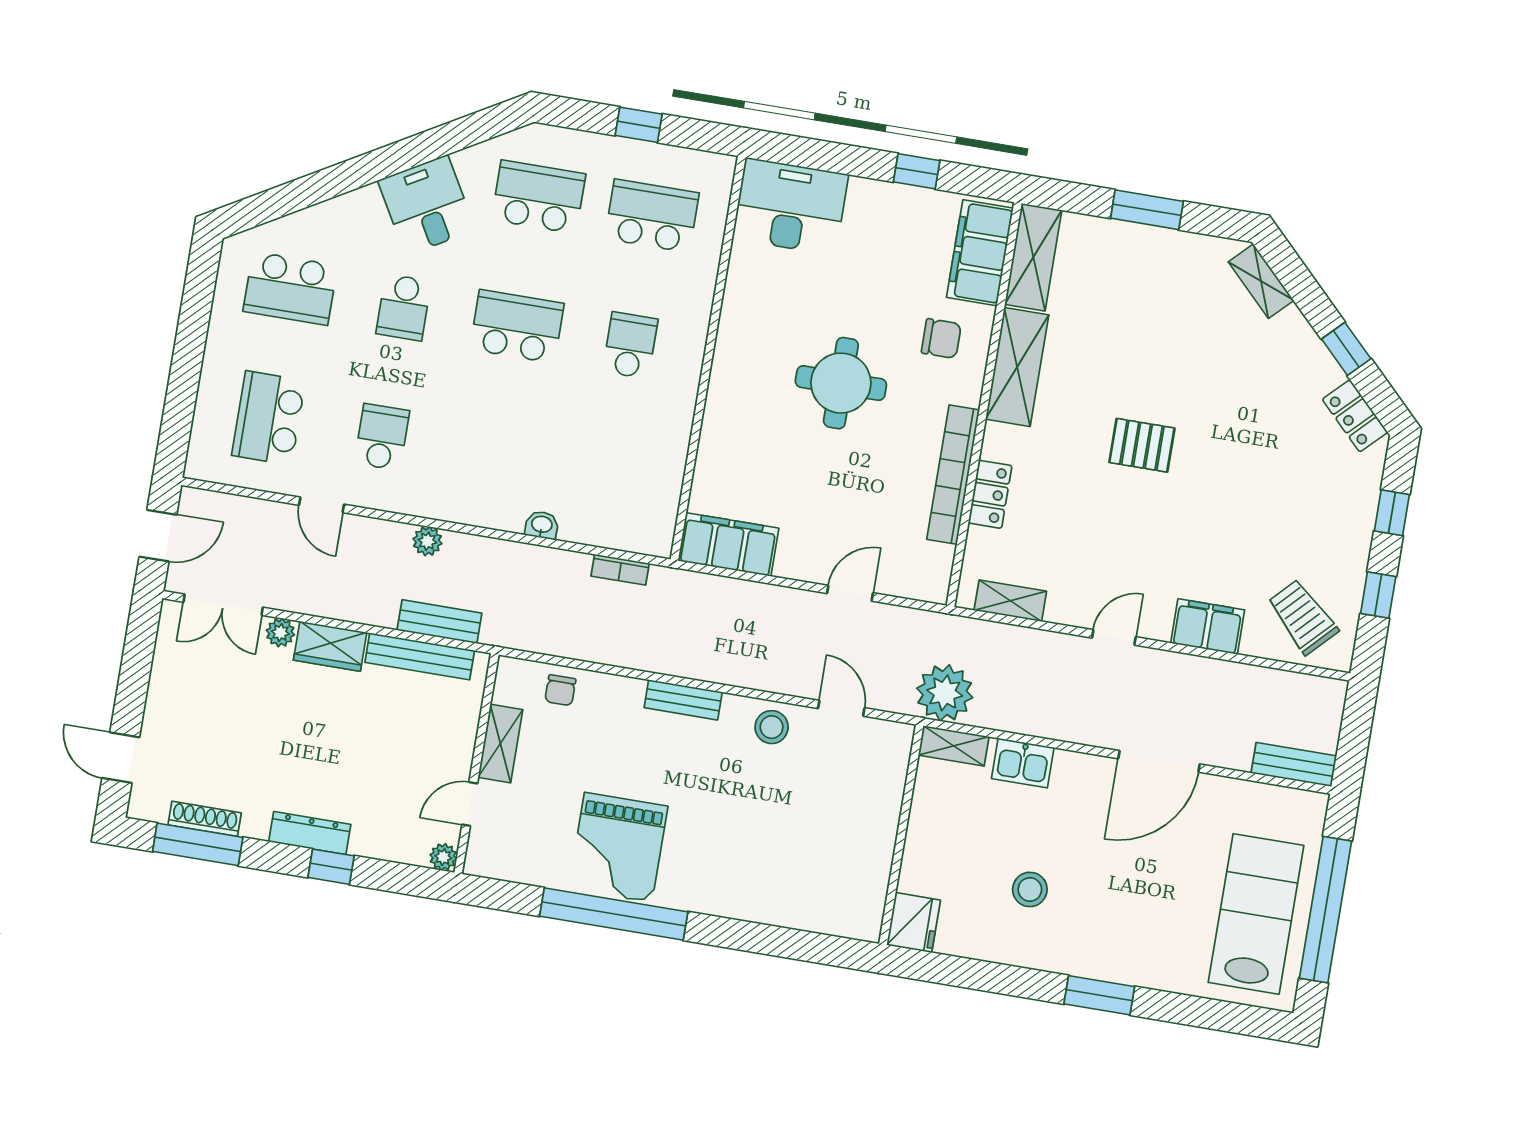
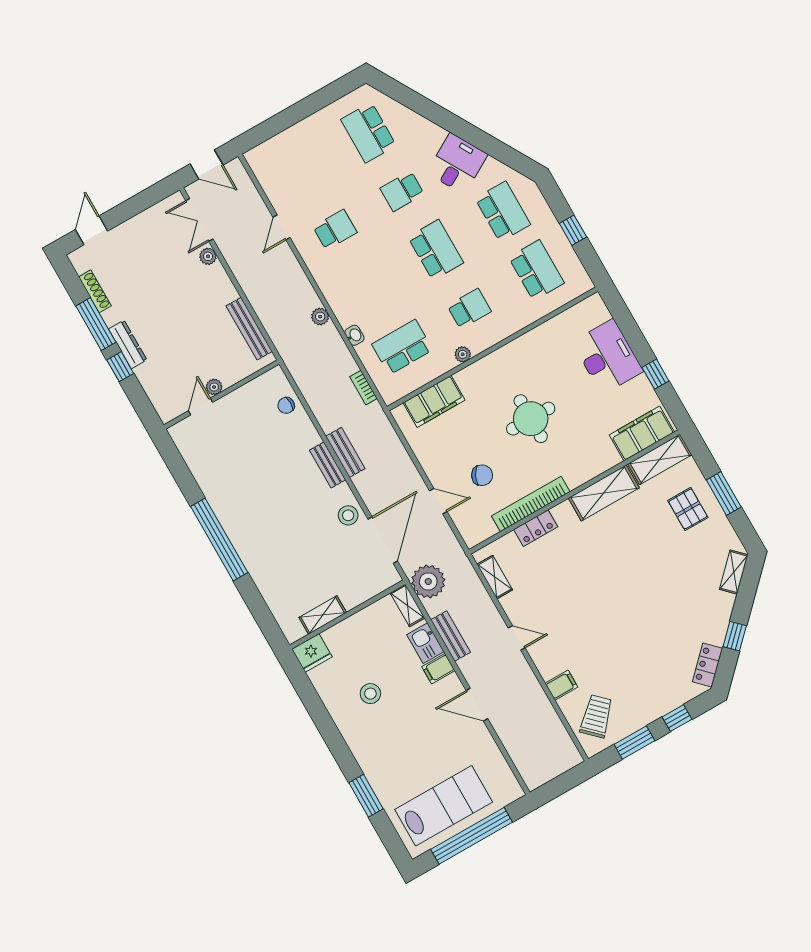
desk: (790, 207) -> (608, 357), moved
chair: (941, 339) -> (482, 475), moved, turned -63
plant: (683, 403) -> (463, 354), added
school desk: (269, 418) -> (402, 347), moved
pallet: (1142, 445) -> (688, 509), moved
plant: (427, 541) -> (320, 317), moved
filing cabinet: (728, 544) -> (434, 401), moved, turned 90
window: (1378, 595) -> (634, 742), width x1.50
bench: (439, 622) -> (345, 452), moved
filing cabinet: (1208, 627) -> (561, 685), width x0.50
wardrobe: (330, 646) -> (220, 284), removed
door: (841, 708) -> (383, 540), width x1.88
shelving: (500, 744) -> (323, 615), moved
door: (1159, 761) -> (477, 705), width x0.73
bench: (1294, 764) -> (451, 636), moved
filing cabinet: (1070, 773) -> (438, 669), added
door: (470, 804) -> (200, 407), hinge flipped
window: (198, 844) -> (96, 324), moved
grand piano: (618, 847) -> (236, 490), removed
plant: (443, 857) -> (214, 387), moved
window: (614, 914) -> (219, 539), moved
window: (1099, 995) -> (366, 796), moved

